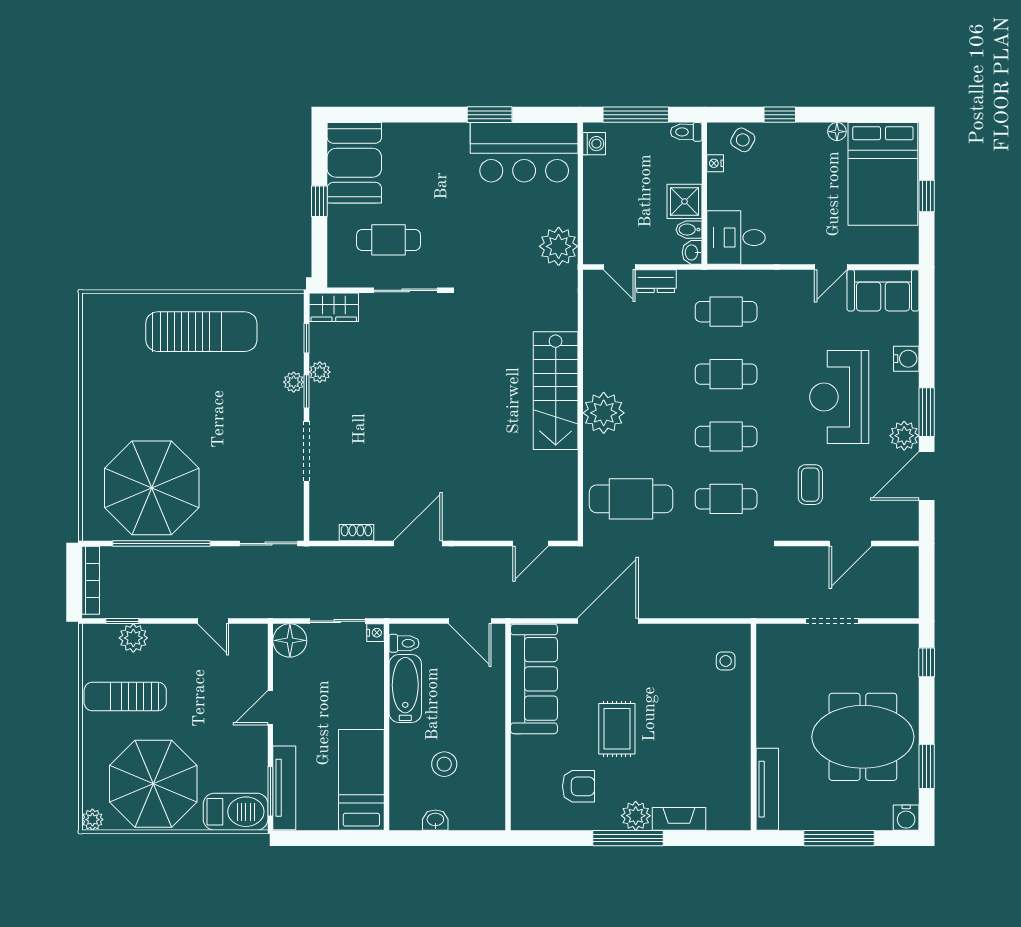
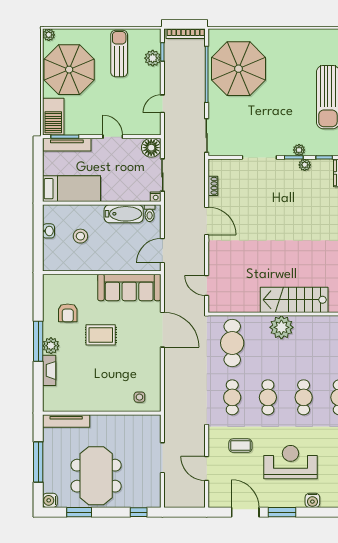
plant: (904, 436) -> (268, 499), removed

